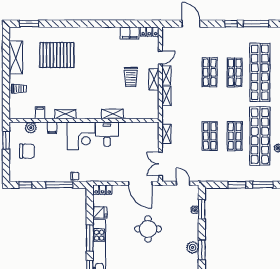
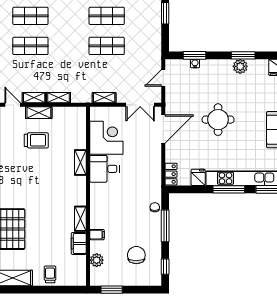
filing cabinet: (40, 113) -> (79, 243), width x2.00
corner desk: (81, 136) -> (106, 138), moved
chair: (27, 151) -> (136, 255), moved

